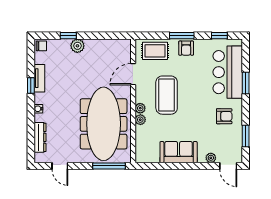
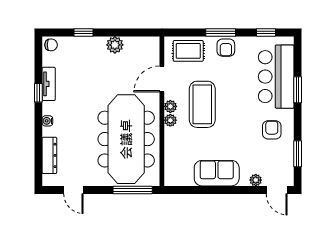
plant: (77, 46) -> (115, 45), moved
armchair: (224, 116) -> (272, 130), turned -90
plant: (140, 120) -> (170, 106), moved

